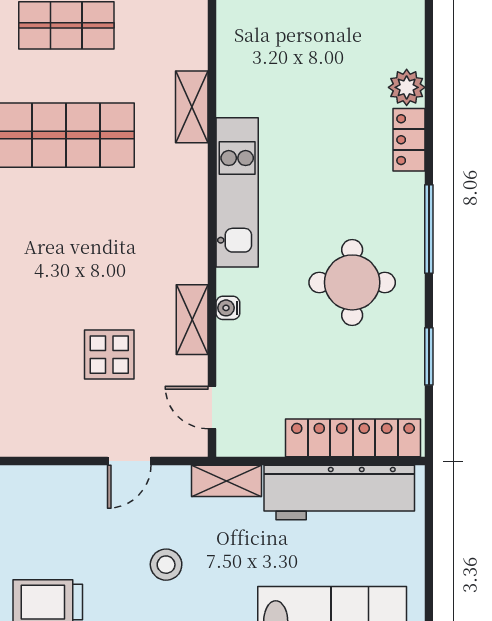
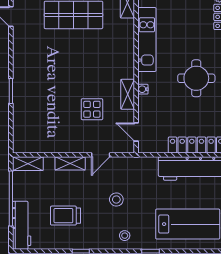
shelving: (226, 481) -> (70, 163), moved

